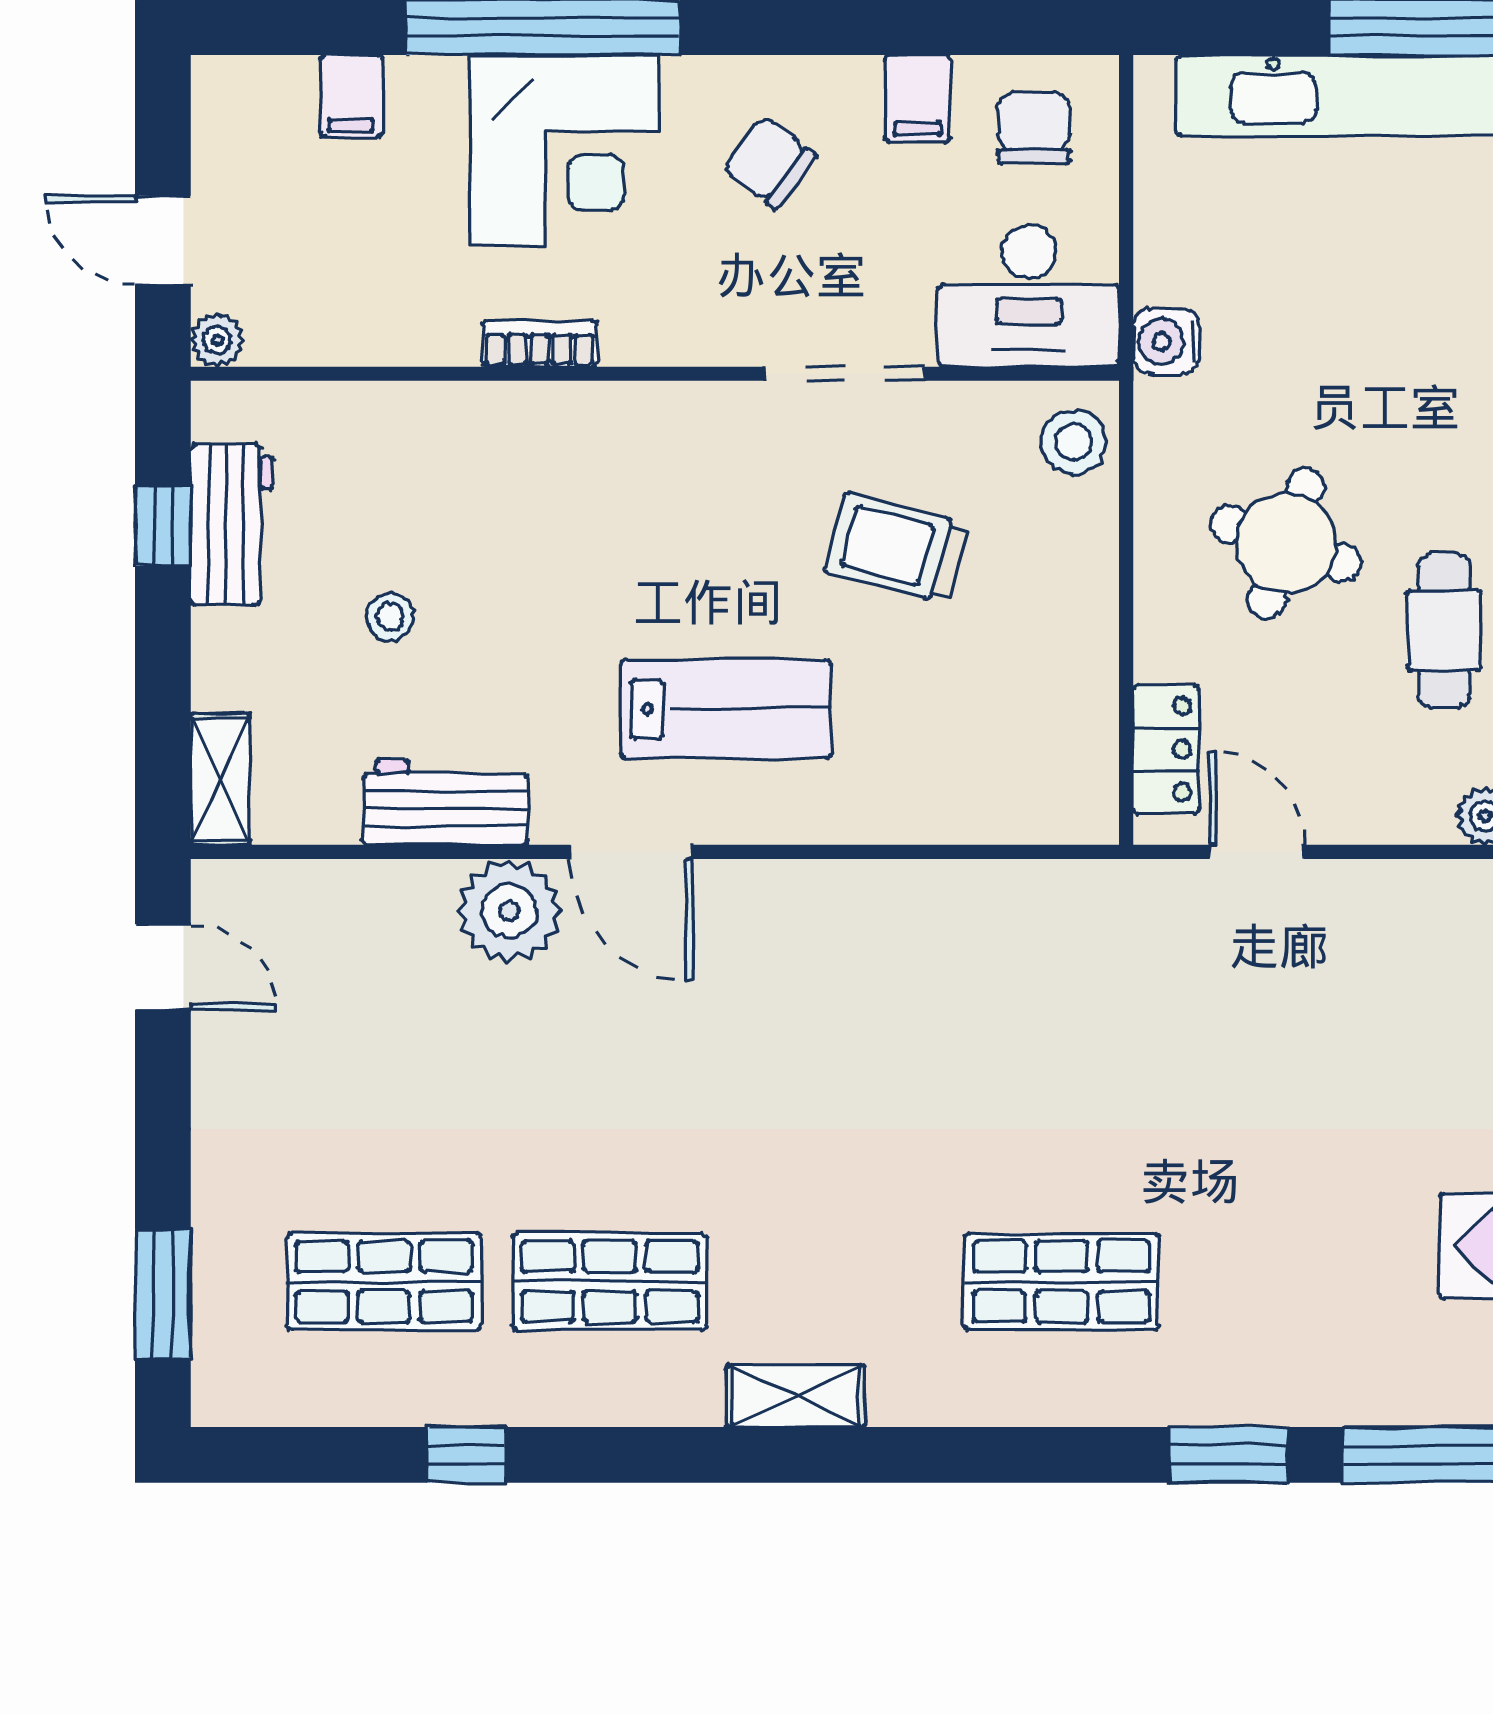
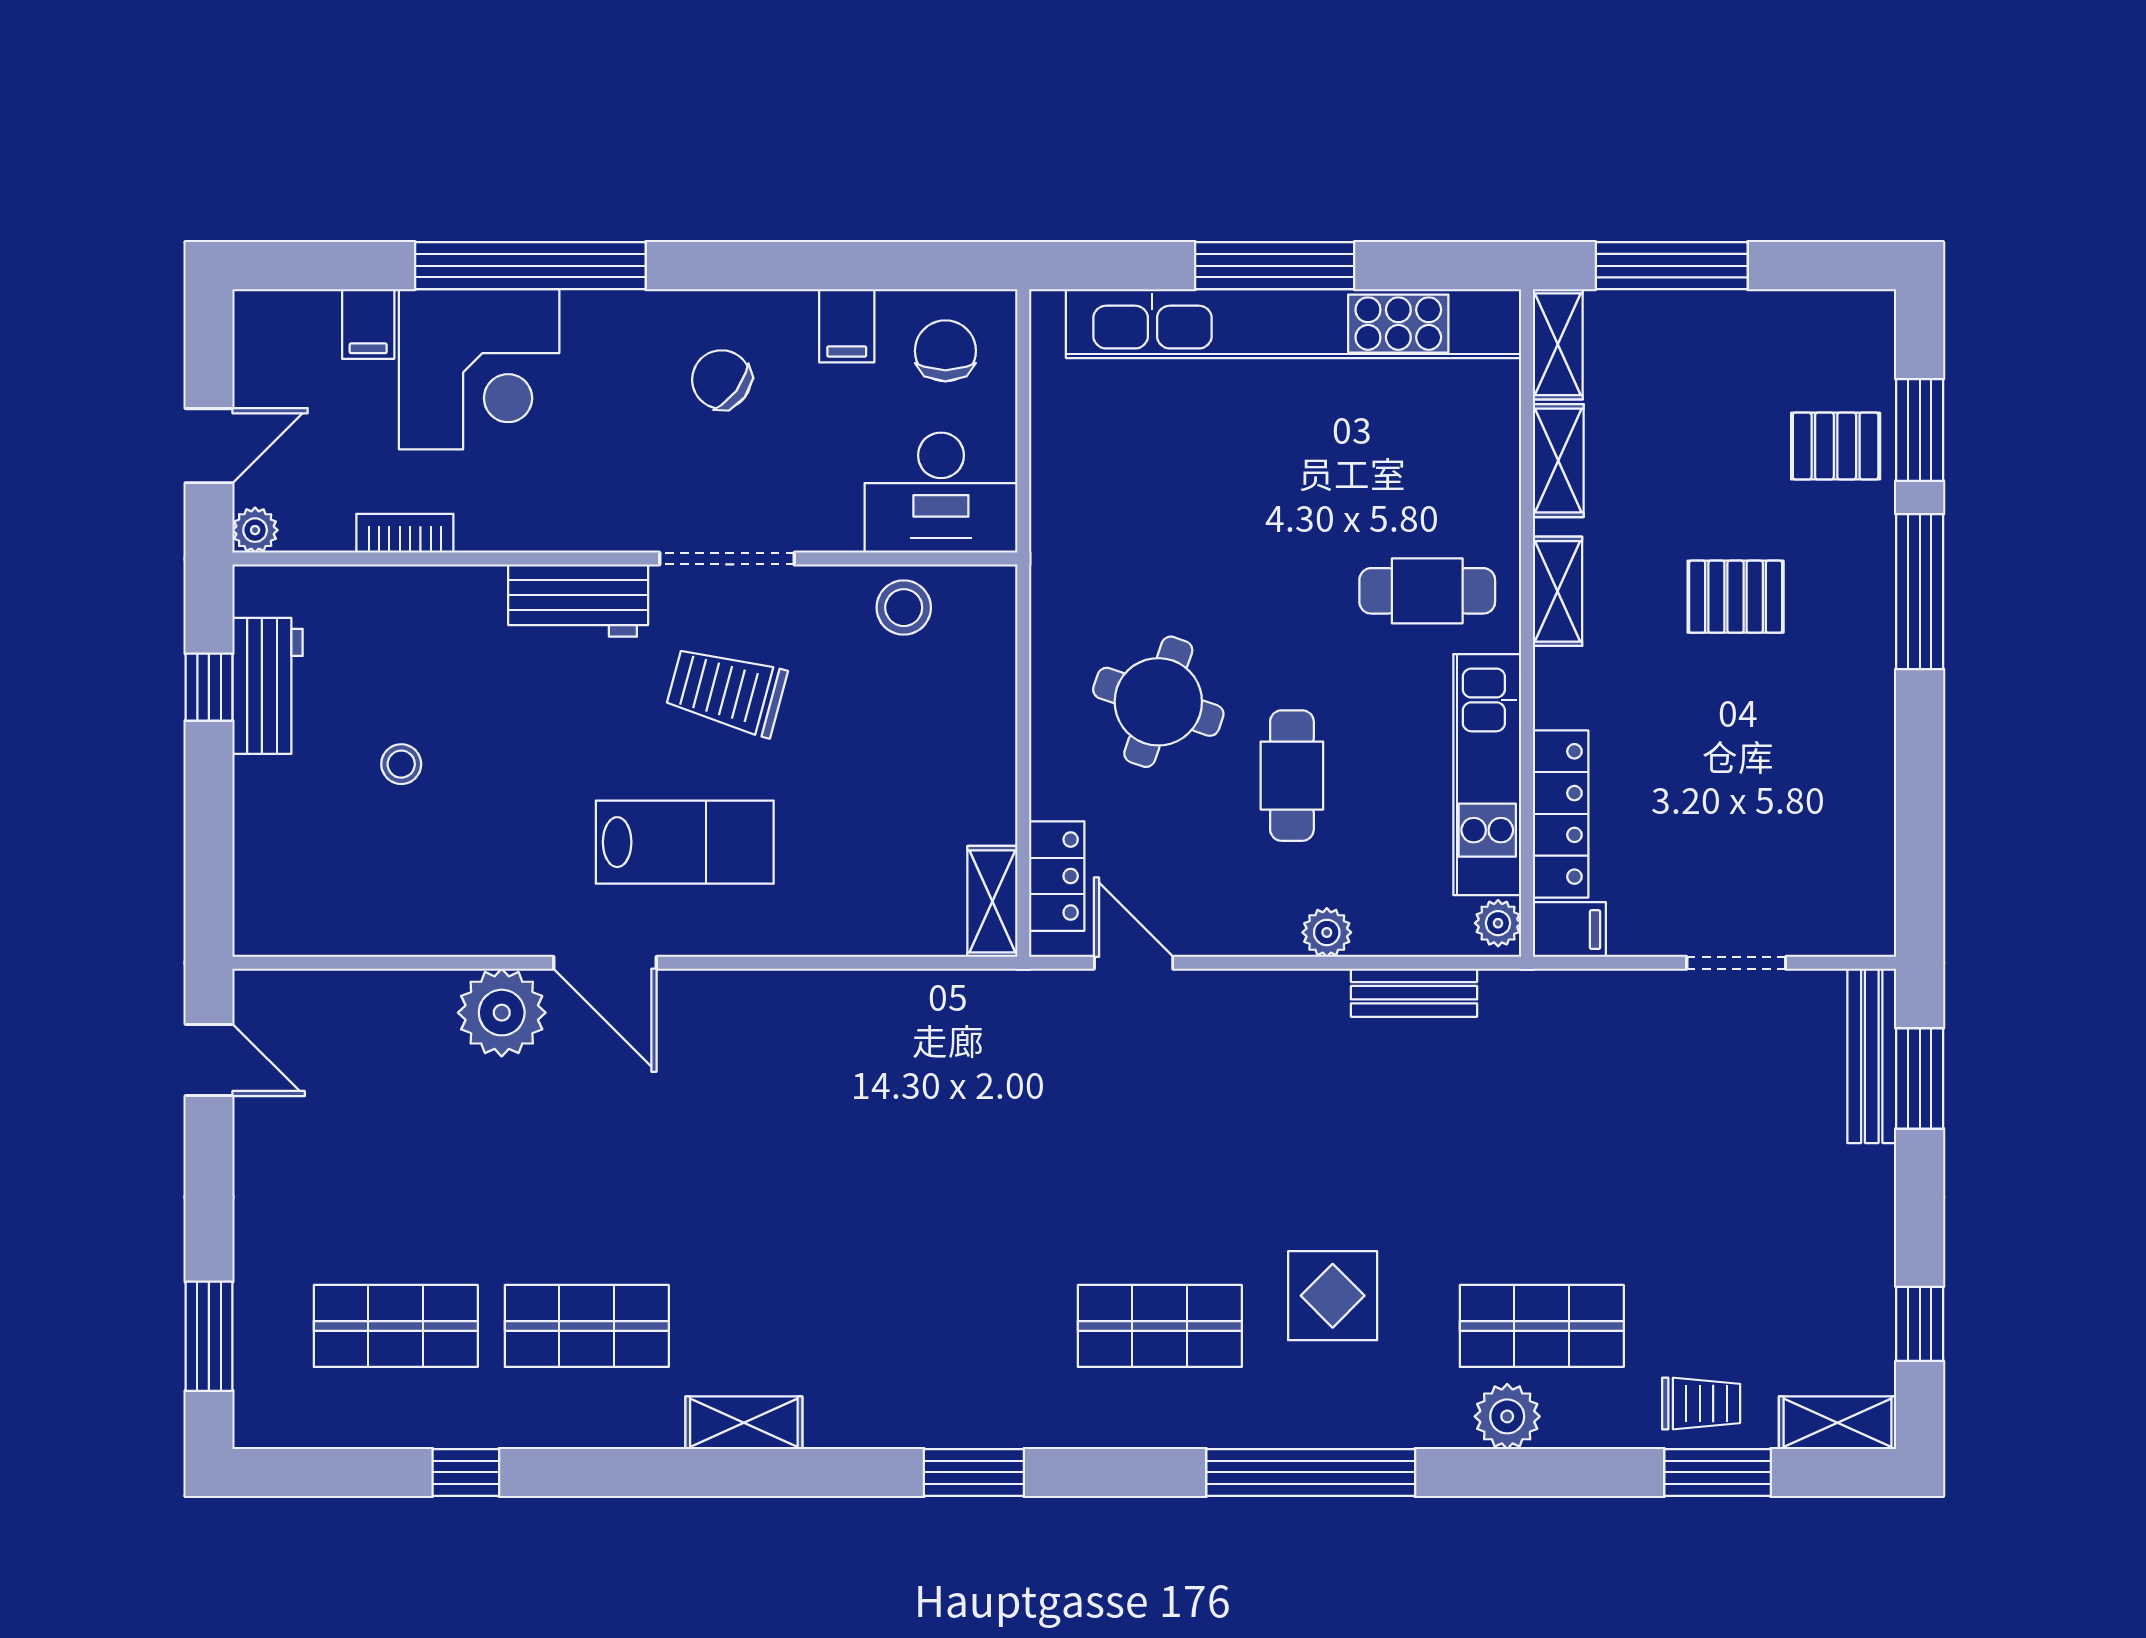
corner desk: (564, 150) -> (479, 369), moved
door: (163, 240) -> (209, 446), swing flipped
water cooler: (1166, 341) -> (1057, 531), removed
bookcase: (540, 344) -> (405, 533), moved
doorway: (845, 374) -> (727, 559), moved
stool: (1074, 442) -> (904, 608), moved
trolley: (896, 548) -> (726, 691), moved
shelving: (220, 779) -> (992, 901), moved
workbench: (445, 802) -> (578, 601), moved, turned 180
shop shelf: (1062, 1282) -> (1160, 1326), moved
window: (1228, 1455) -> (974, 1472), moved

